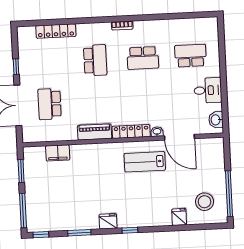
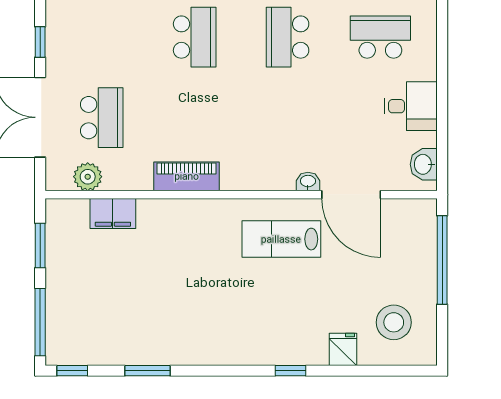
school desk: (143, 58) -> (288, 37), turned 90
school desk: (50, 104) -> (102, 118), turned 180
locker: (131, 131) -> (258, 179), removed
plant: (44, 135) -> (88, 177), added
window: (229, 194) -> (442, 260), moved
fridge: (108, 221) -> (204, 351), removed
window: (130, 230) -> (290, 371), moved

